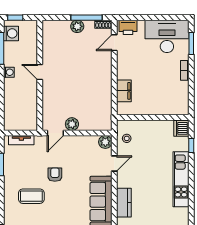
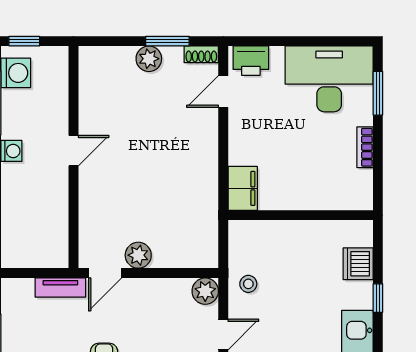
window: (86, 18) -> (167, 41), width x0.69
door: (40, 72) -> (73, 151), swing flipped
wall: (153, 117) -> (301, 215), moved
tv unit: (21, 140) -> (60, 288), moved

